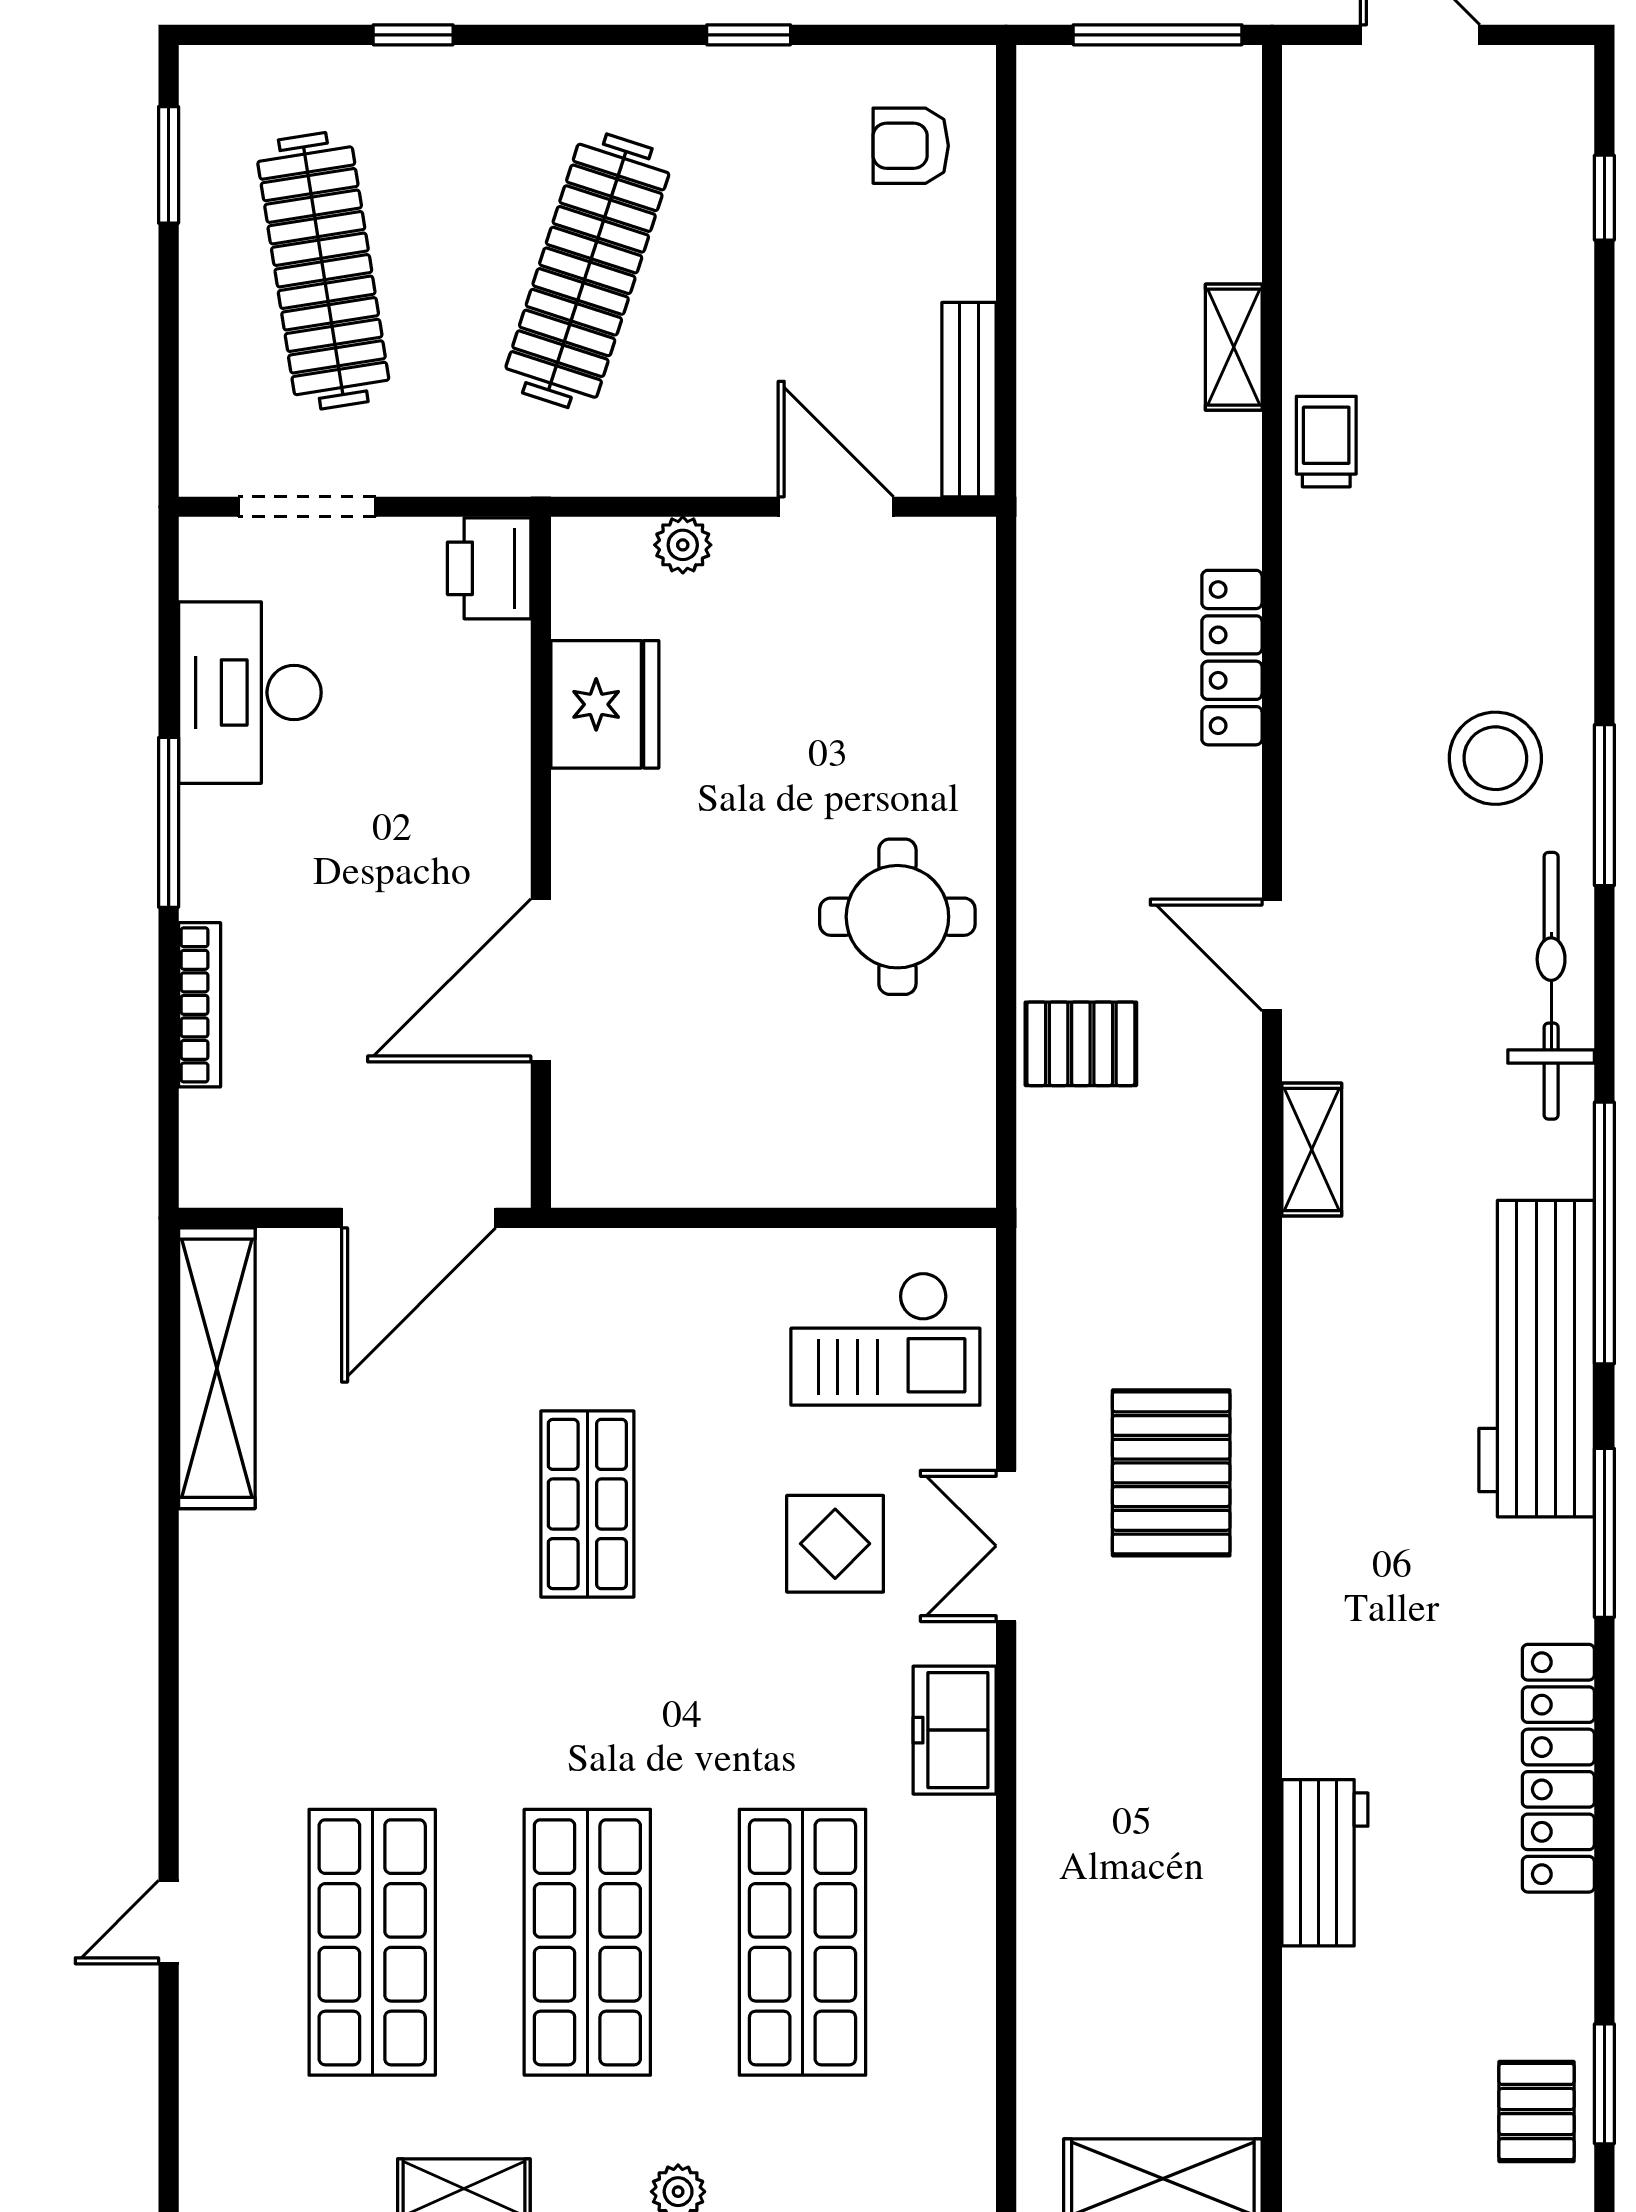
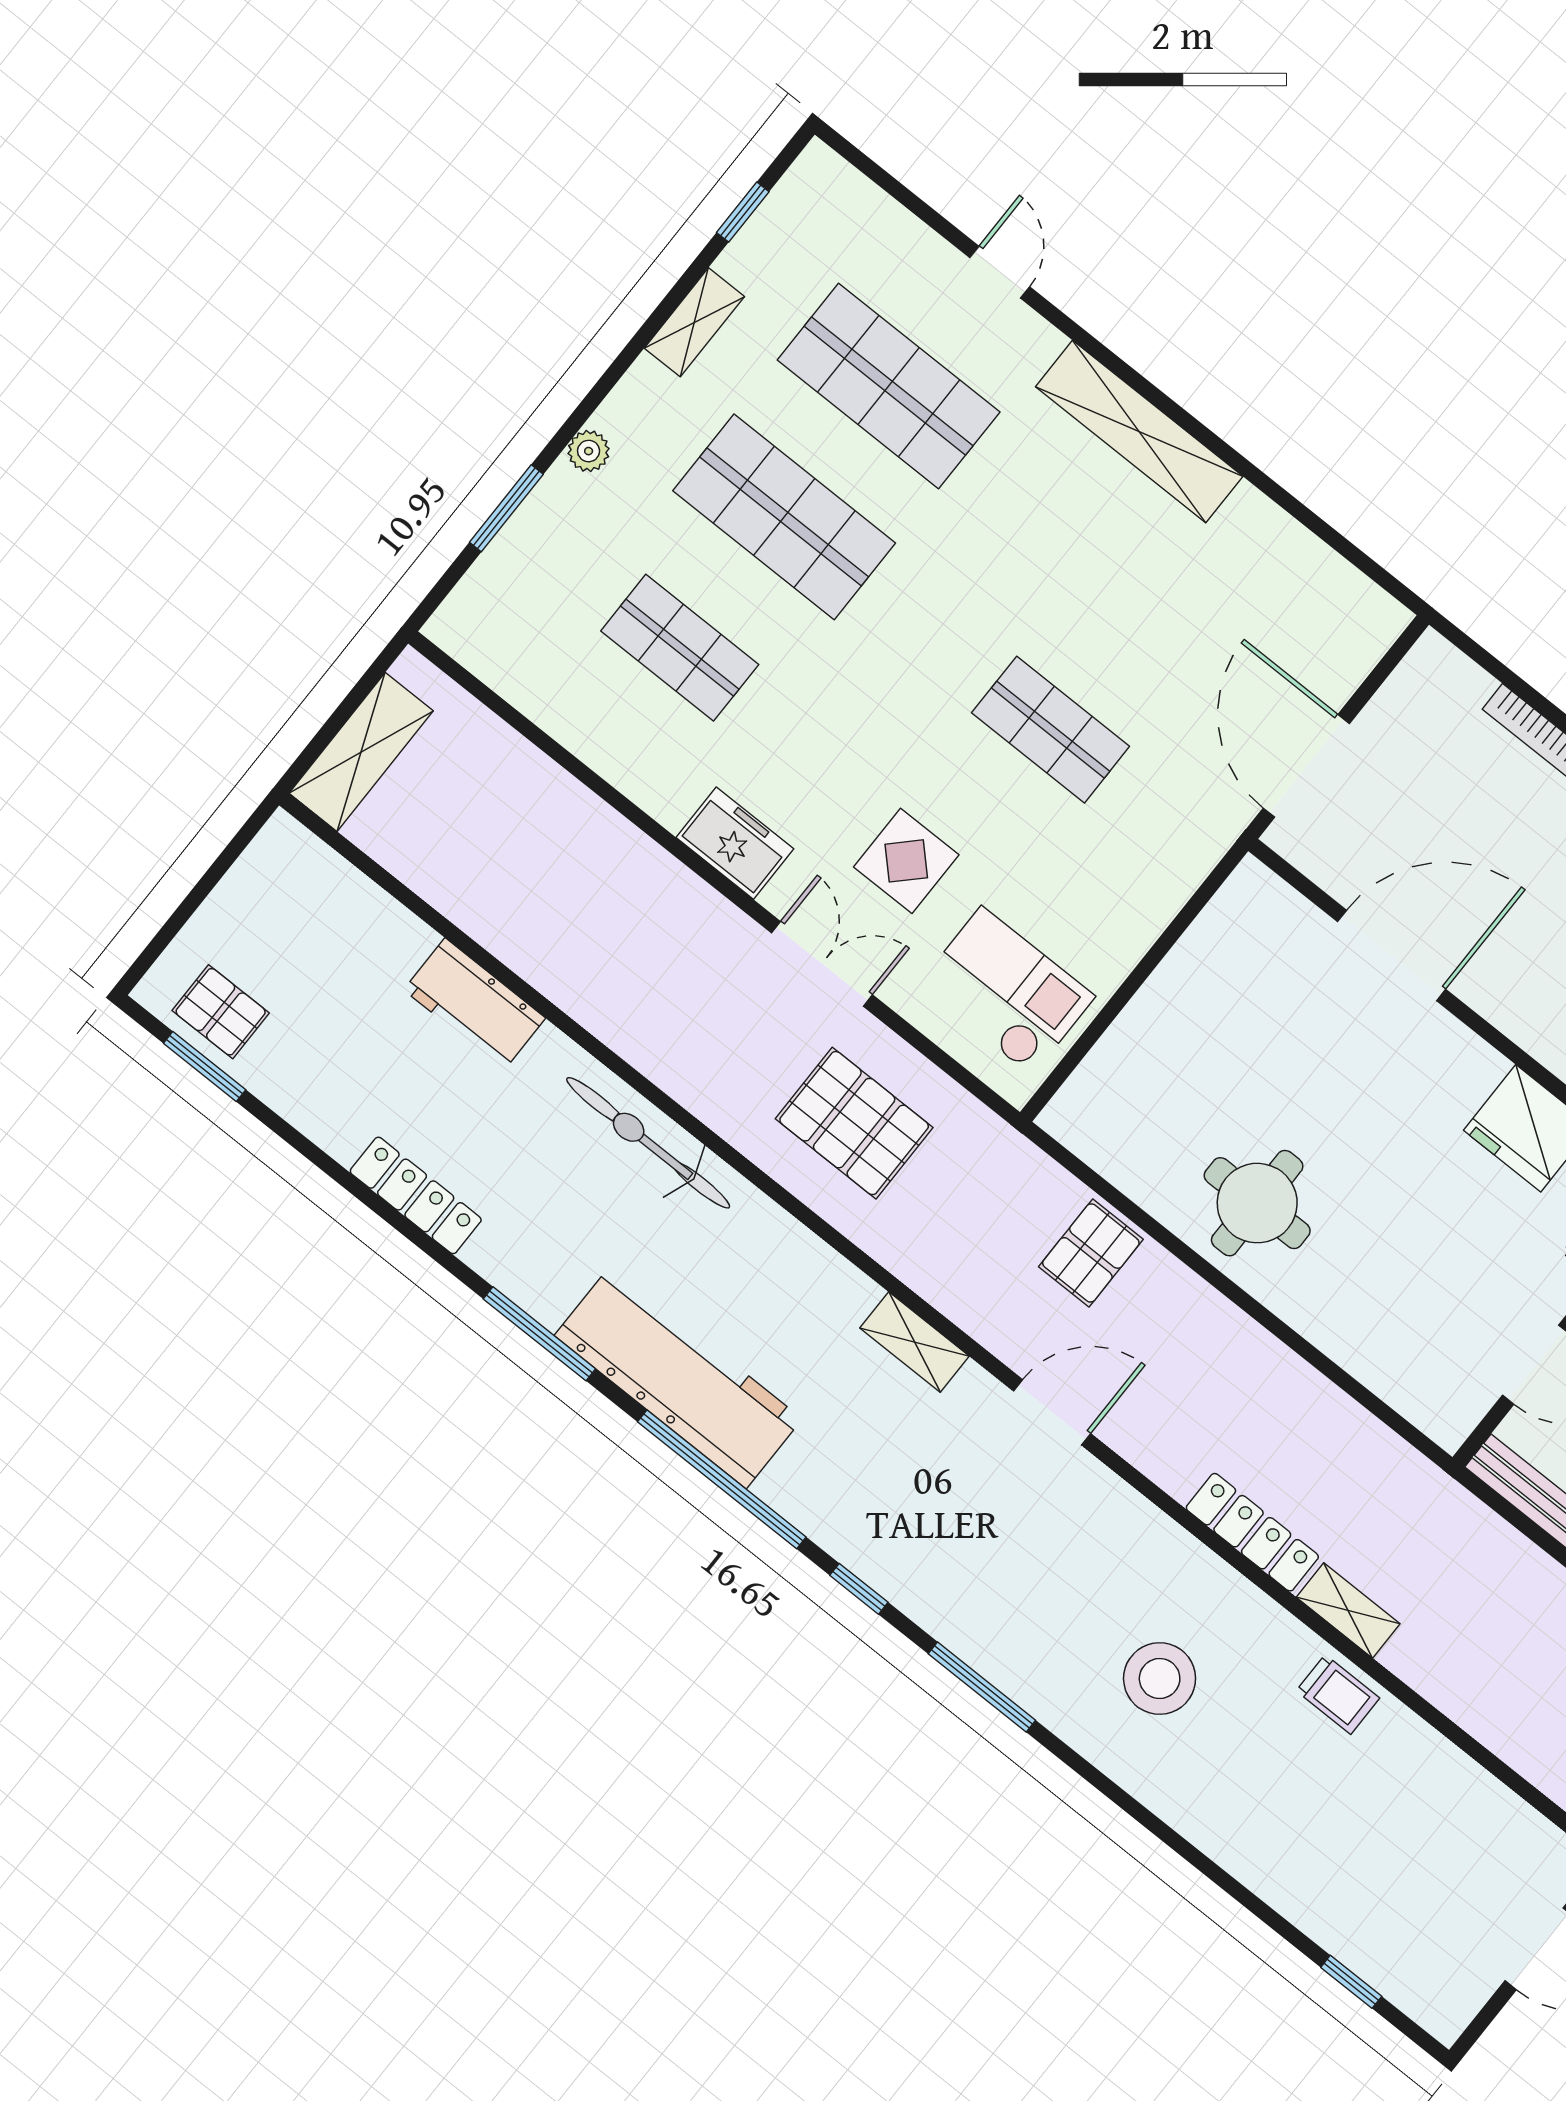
shelving: (1234, 347) -> (1348, 1610), moved
stool: (1495, 758) -> (1160, 1679), moved
door: (541, 980) -> (1392, 955), hinge flipped
bicycle: (1551, 986) -> (648, 1143), moved, turned 180
window: (1604, 1007) -> (859, 1589), added
checkout: (885, 1339) -> (1006, 991), turned 90
shelving: (217, 1368) -> (1139, 432), moved
pallet: (1171, 1473) -> (854, 1123), moved
locker: (1558, 1768) -> (416, 1195), width x0.71, depth x0.83
shop shelf: (802, 1942) -> (680, 648), width x0.70, depth x0.74

